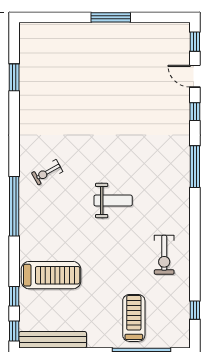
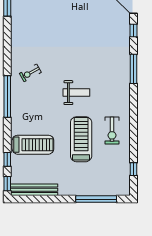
treadmill: (134, 318) -> (81, 139), moved, width x1.37, depth x1.38

